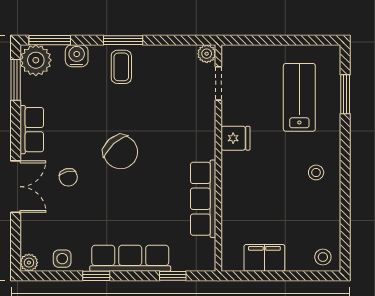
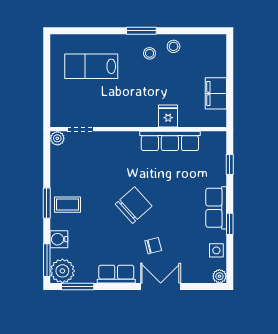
window: (345, 94) -> (141, 31), moved
fridge: (235, 138) -> (168, 116), moved
stool: (323, 257) -> (174, 46), moved
row of seats: (130, 258) -> (216, 208), width x0.68

